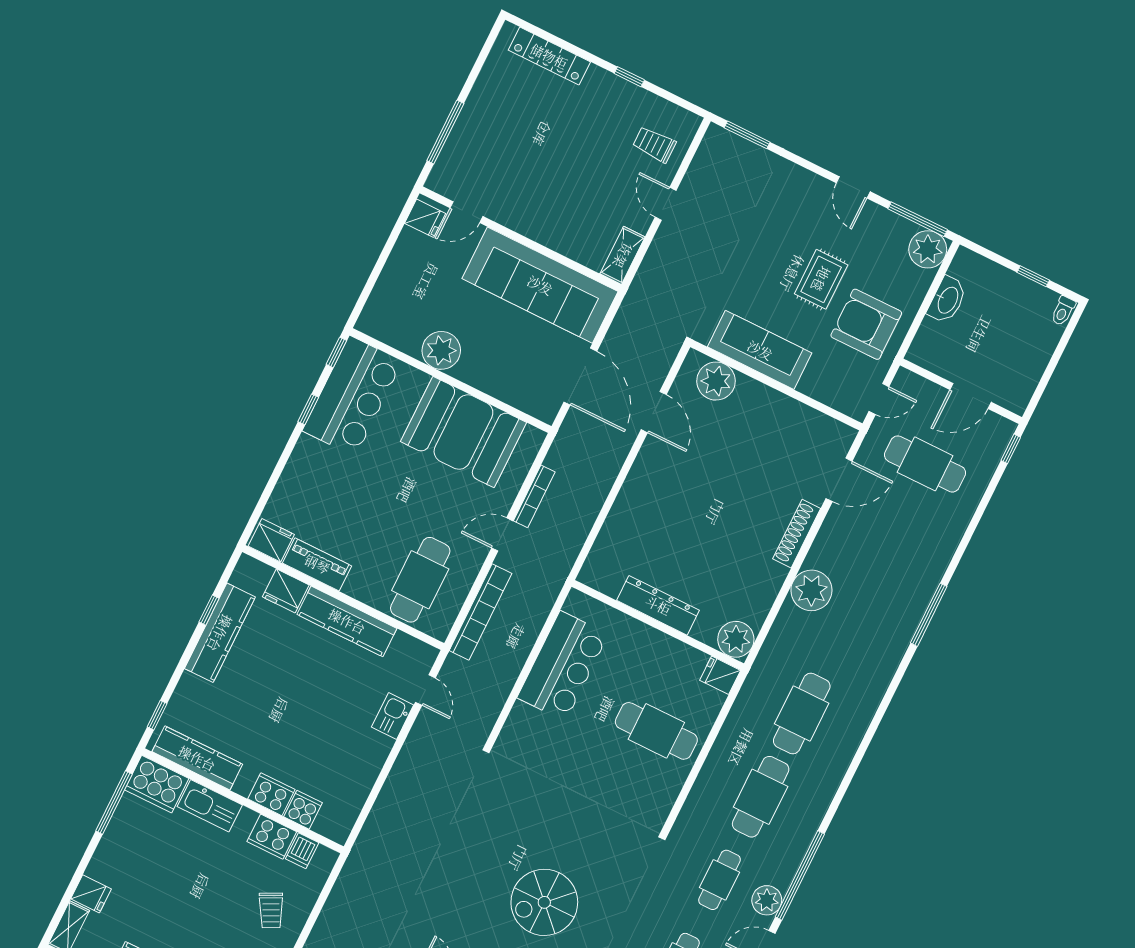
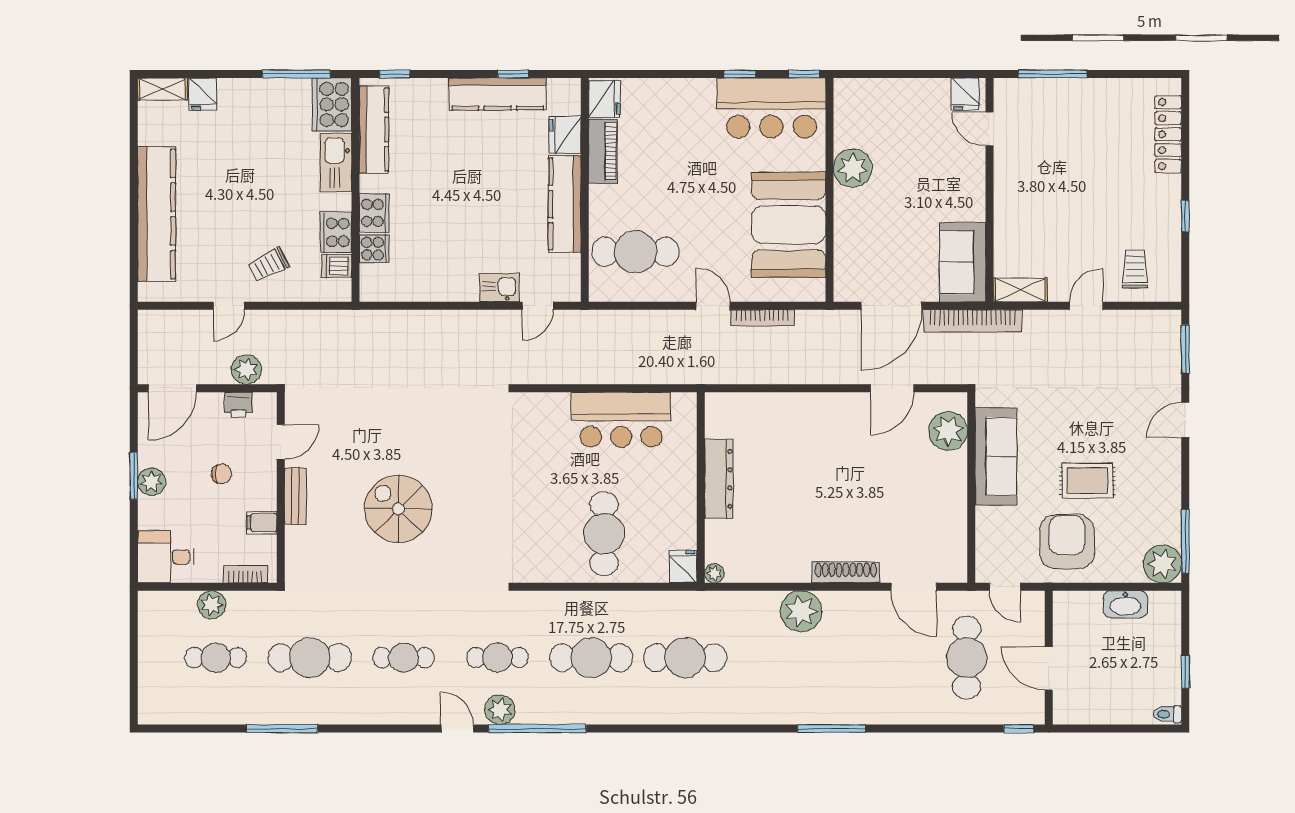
door: (853, 187) -> (1185, 420), moved
sofa: (540, 285) -> (963, 262), width x0.54, depth x0.79
bookcase: (480, 612) -> (972, 321), moved
plant: (736, 639) -> (714, 573), width x0.53, depth x0.53

